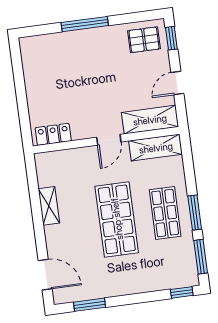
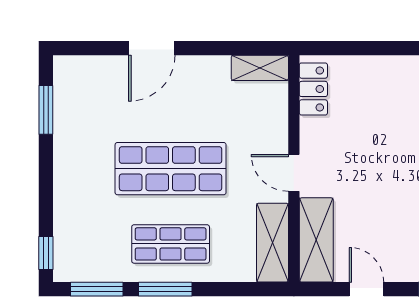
shelving: (49, 206) -> (260, 68), moved
door: (45, 275) -> (152, 48), moved

